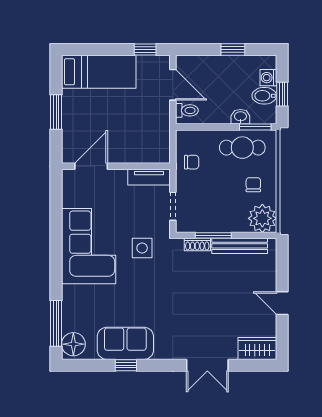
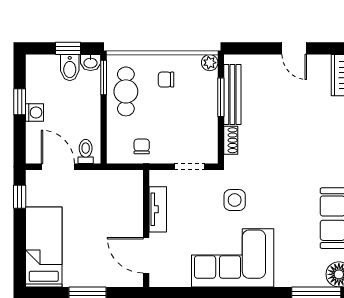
washing machine: (268, 78) -> (35, 112), moved, turned -90
door: (173, 85) -> (58, 167), hinge flipped
washbasin: (240, 117) -> (91, 63), moved, turned -90
tv unit: (149, 177) -> (158, 209), moved
plant: (262, 218) -> (210, 63), width x0.53, depth x0.53
window: (213, 235) -> (221, 97), moved
door: (282, 303) -> (294, 48), hinge flipped

